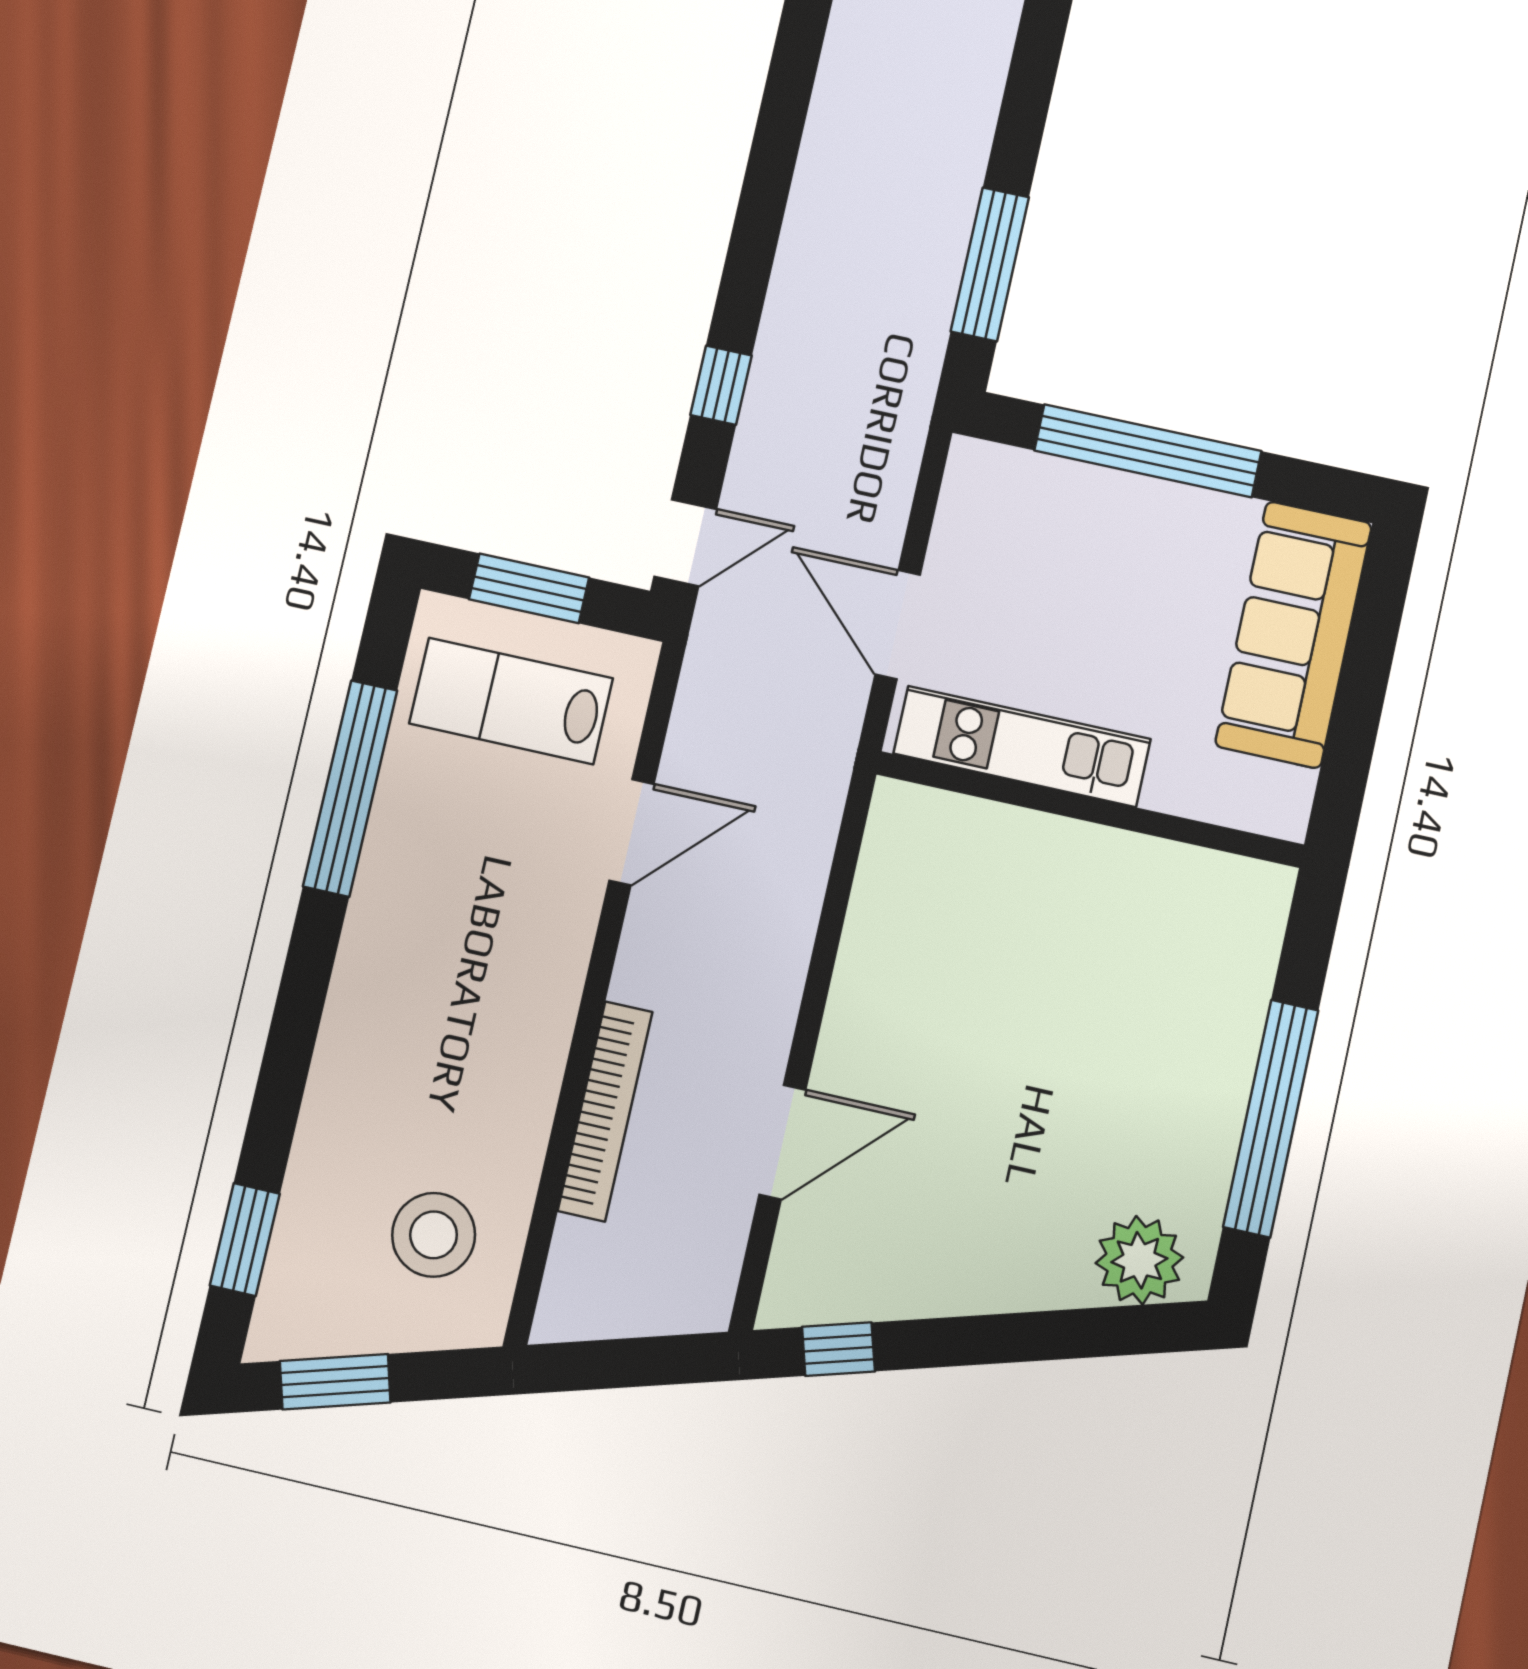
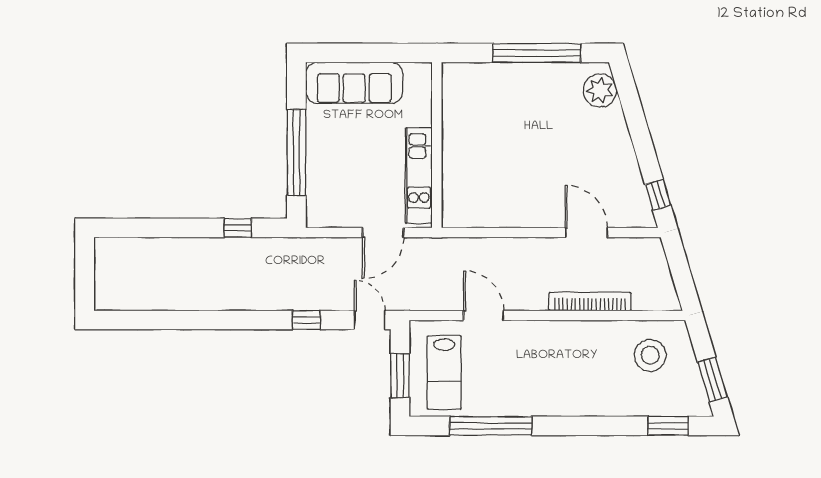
window: (990, 264) -> (238, 228), width x0.46

